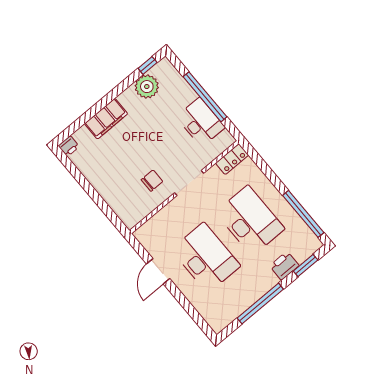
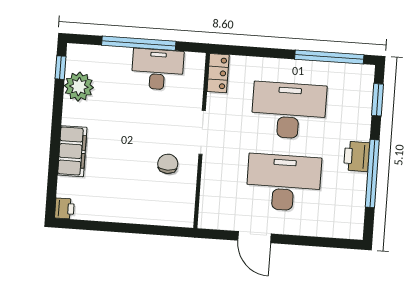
printer: (284, 266) -> (357, 156), moved

